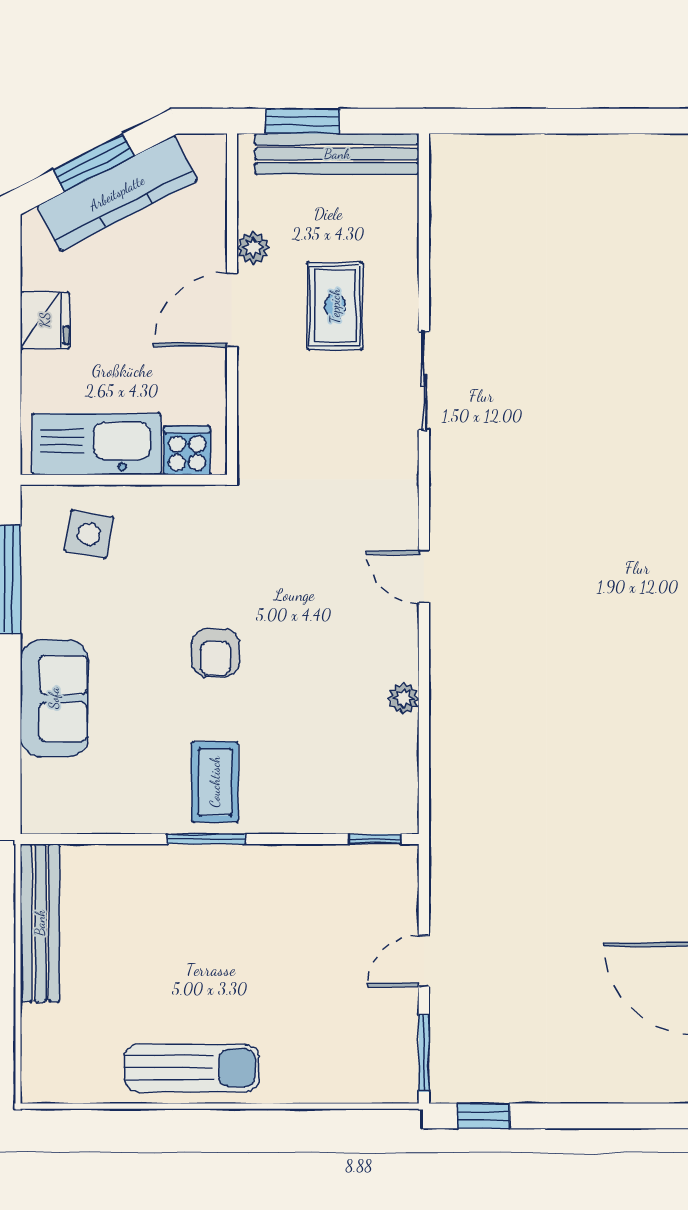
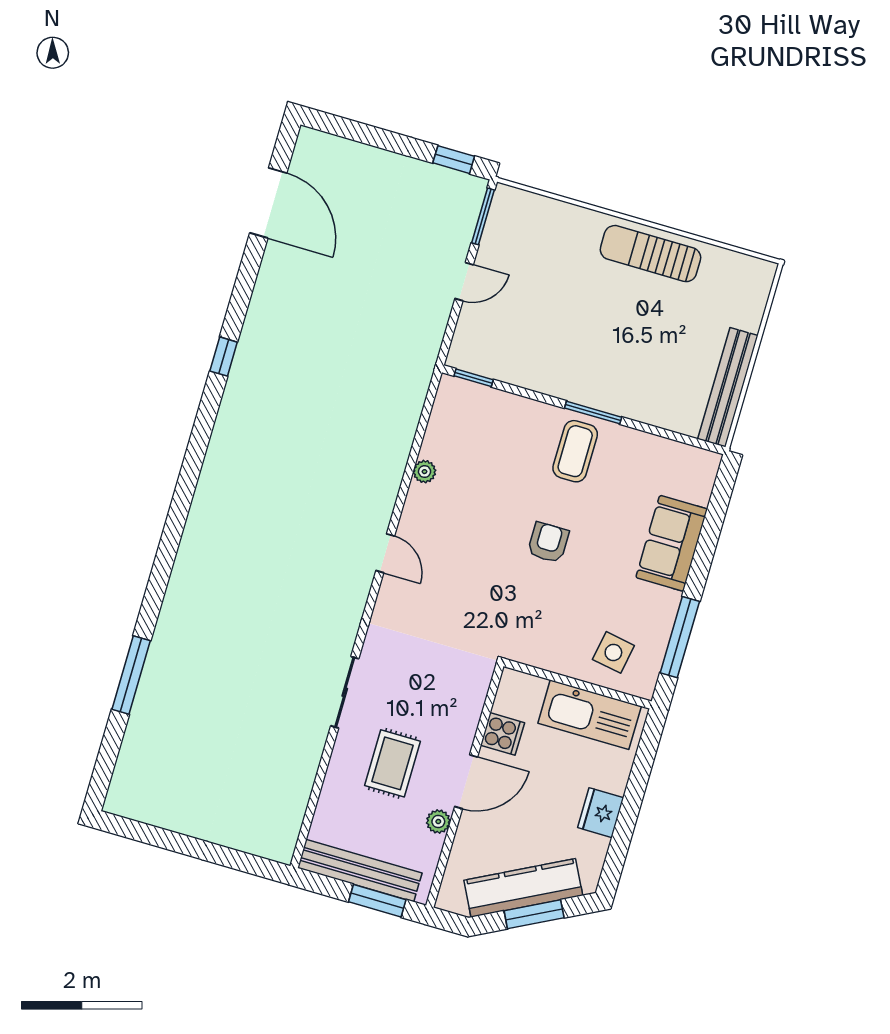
cooker: (187, 450) -> (502, 734), moved, turned -90

